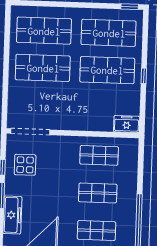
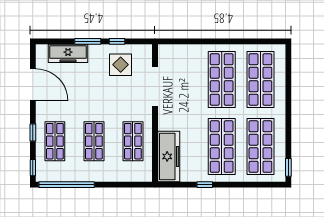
window: (144, 76) -> (205, 185), moved
freezer: (127, 124) -> (169, 156), width x1.91, depth x1.26
doorway: (30, 132) -> (155, 87), moved

